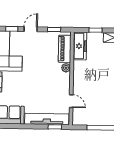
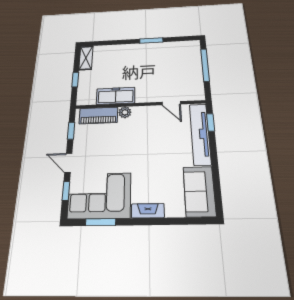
freezer: (80, 46) -> (116, 96), moved
door: (71, 101) -> (171, 103), swing flipped

